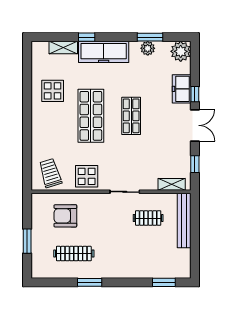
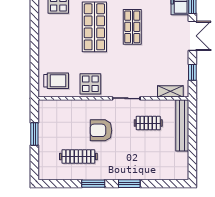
trolley: (50, 173) -> (56, 81), turned 107
armchair: (65, 216) -> (101, 130), moved
window: (27, 241) -> (34, 134), moved
window: (164, 282) -> (129, 184), moved

